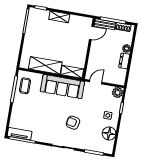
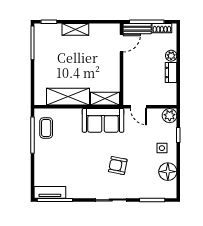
door: (96, 82) -> (138, 107), swing flipped
sofa: (62, 87) -> (103, 120), width x0.73

